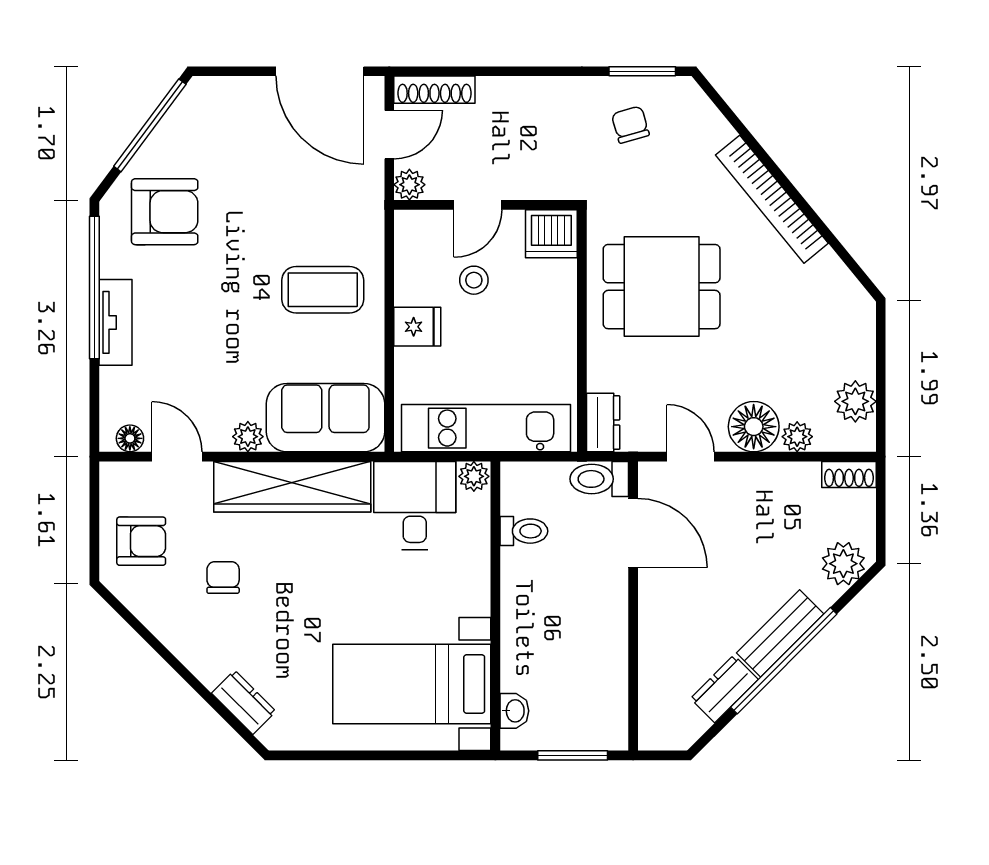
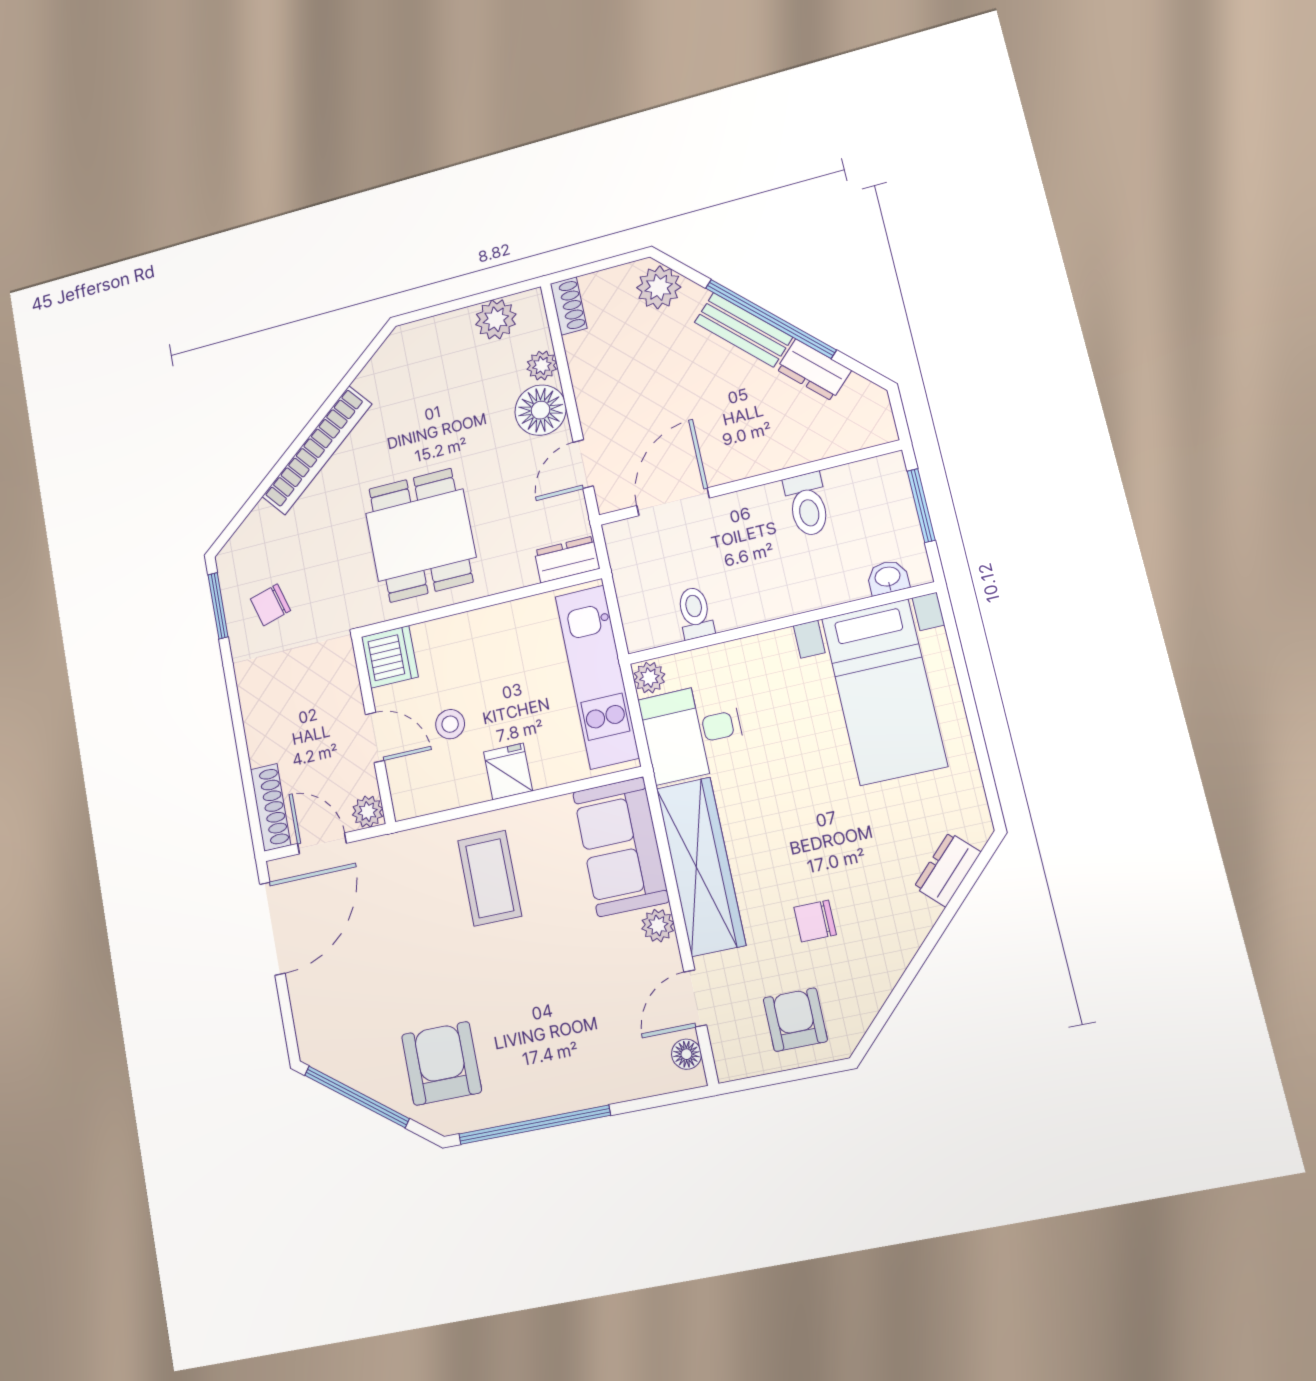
tv unit: (116, 322) -> (566, 1094), removed
toilet: (599, 479) -> (807, 505), moved

